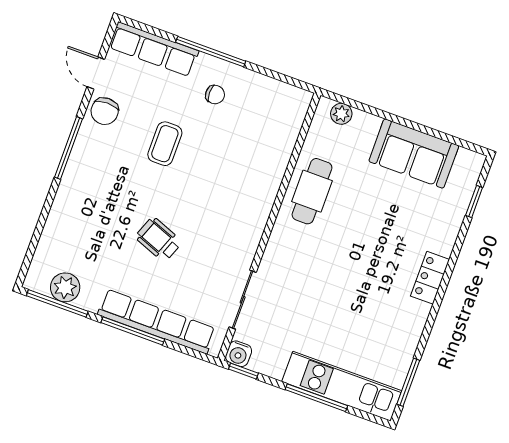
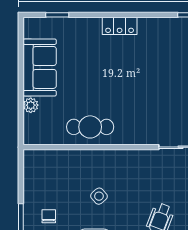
plant: (341, 114) -> (31, 105), moved
side table: (217, 170) -> (99, 196), added

